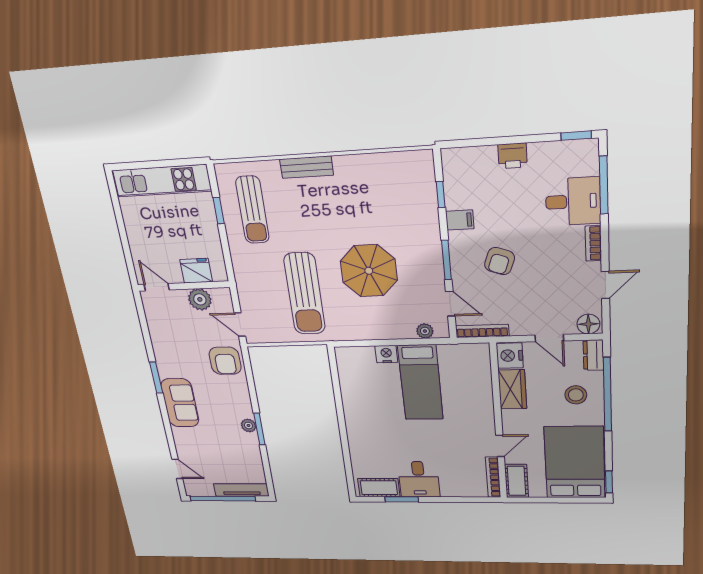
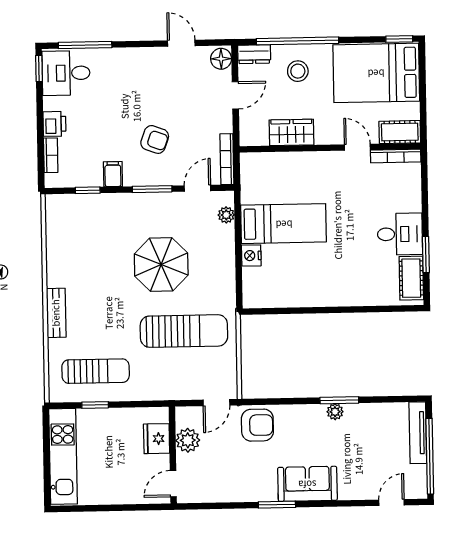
desk: (573, 201) -> (66, 73), moved, turned -90
bookcase: (593, 243) -> (51, 155), moved, turned -90
nightstand: (510, 356) -> (254, 134), removed

